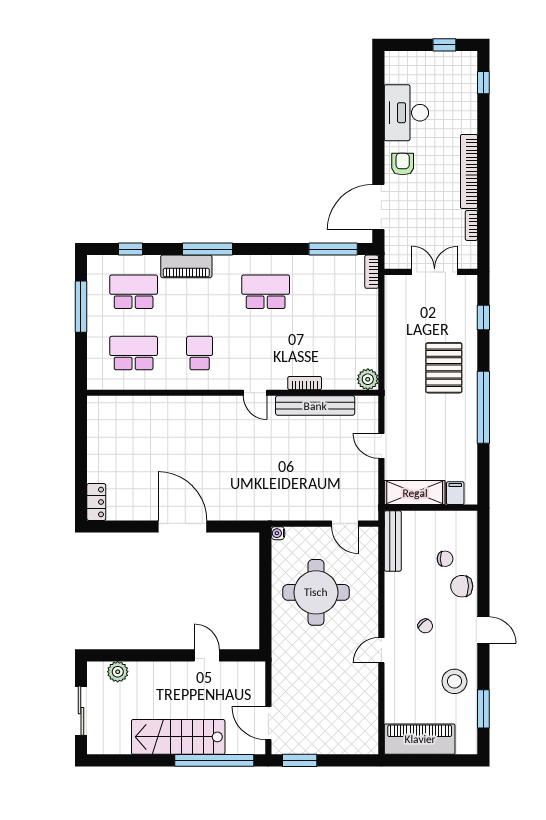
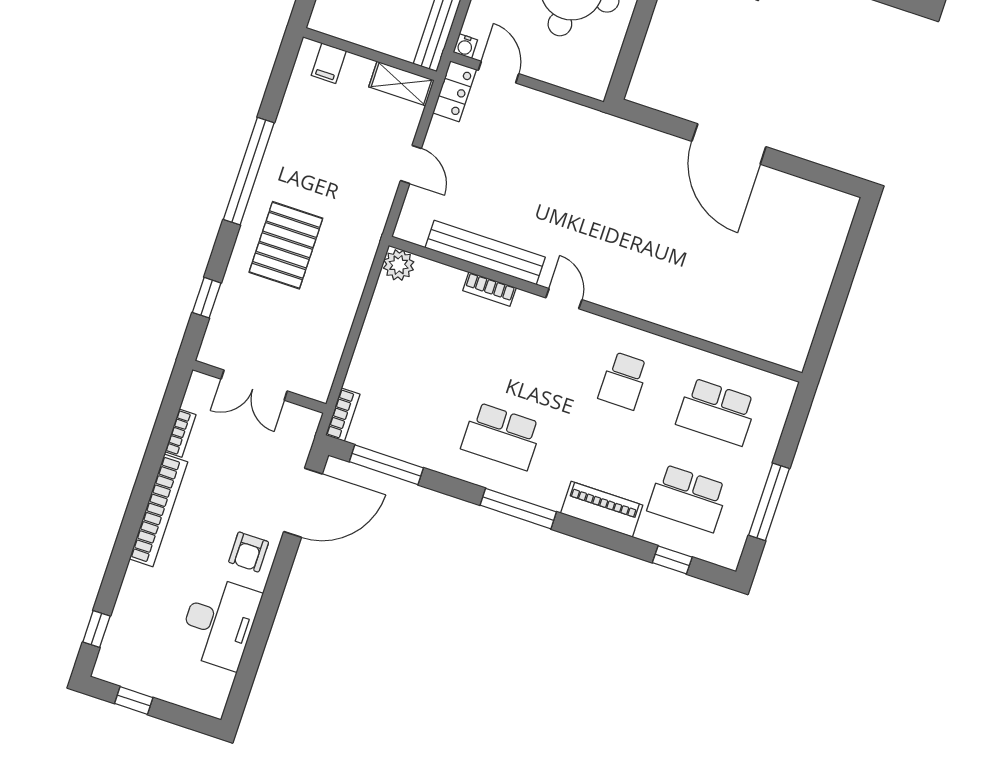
window: (208, 249) -> (518, 509), moved
shelving: (415, 493) -> (401, 84), width x0.67, depth x0.75
locker: (96, 502) -> (455, 91), moved, turned 180
water cooler: (278, 533) -> (465, 46), moved, turned 90

